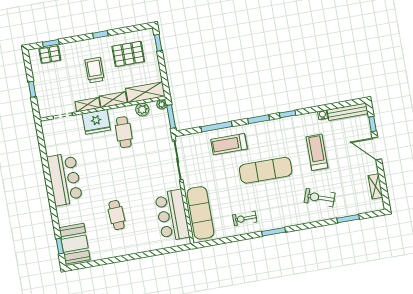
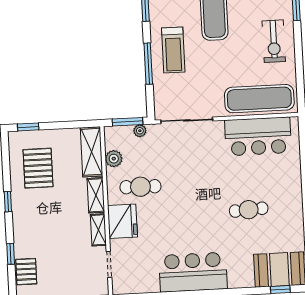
window: (51, 43) -> (11, 254), moved
trolley: (95, 70) -> (54, 215), removed
plant: (162, 104) -> (140, 131), moved
exercise bike: (245, 218) -> (274, 41), width x1.38, depth x1.39

